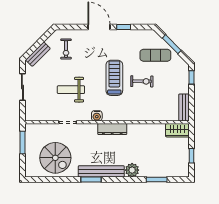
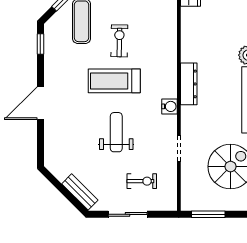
window: (124, 27) -> (40, 44), moved
exercise bike: (66, 49) -> (142, 181), moved
weight bench: (71, 90) -> (116, 132), moved, turned 180

